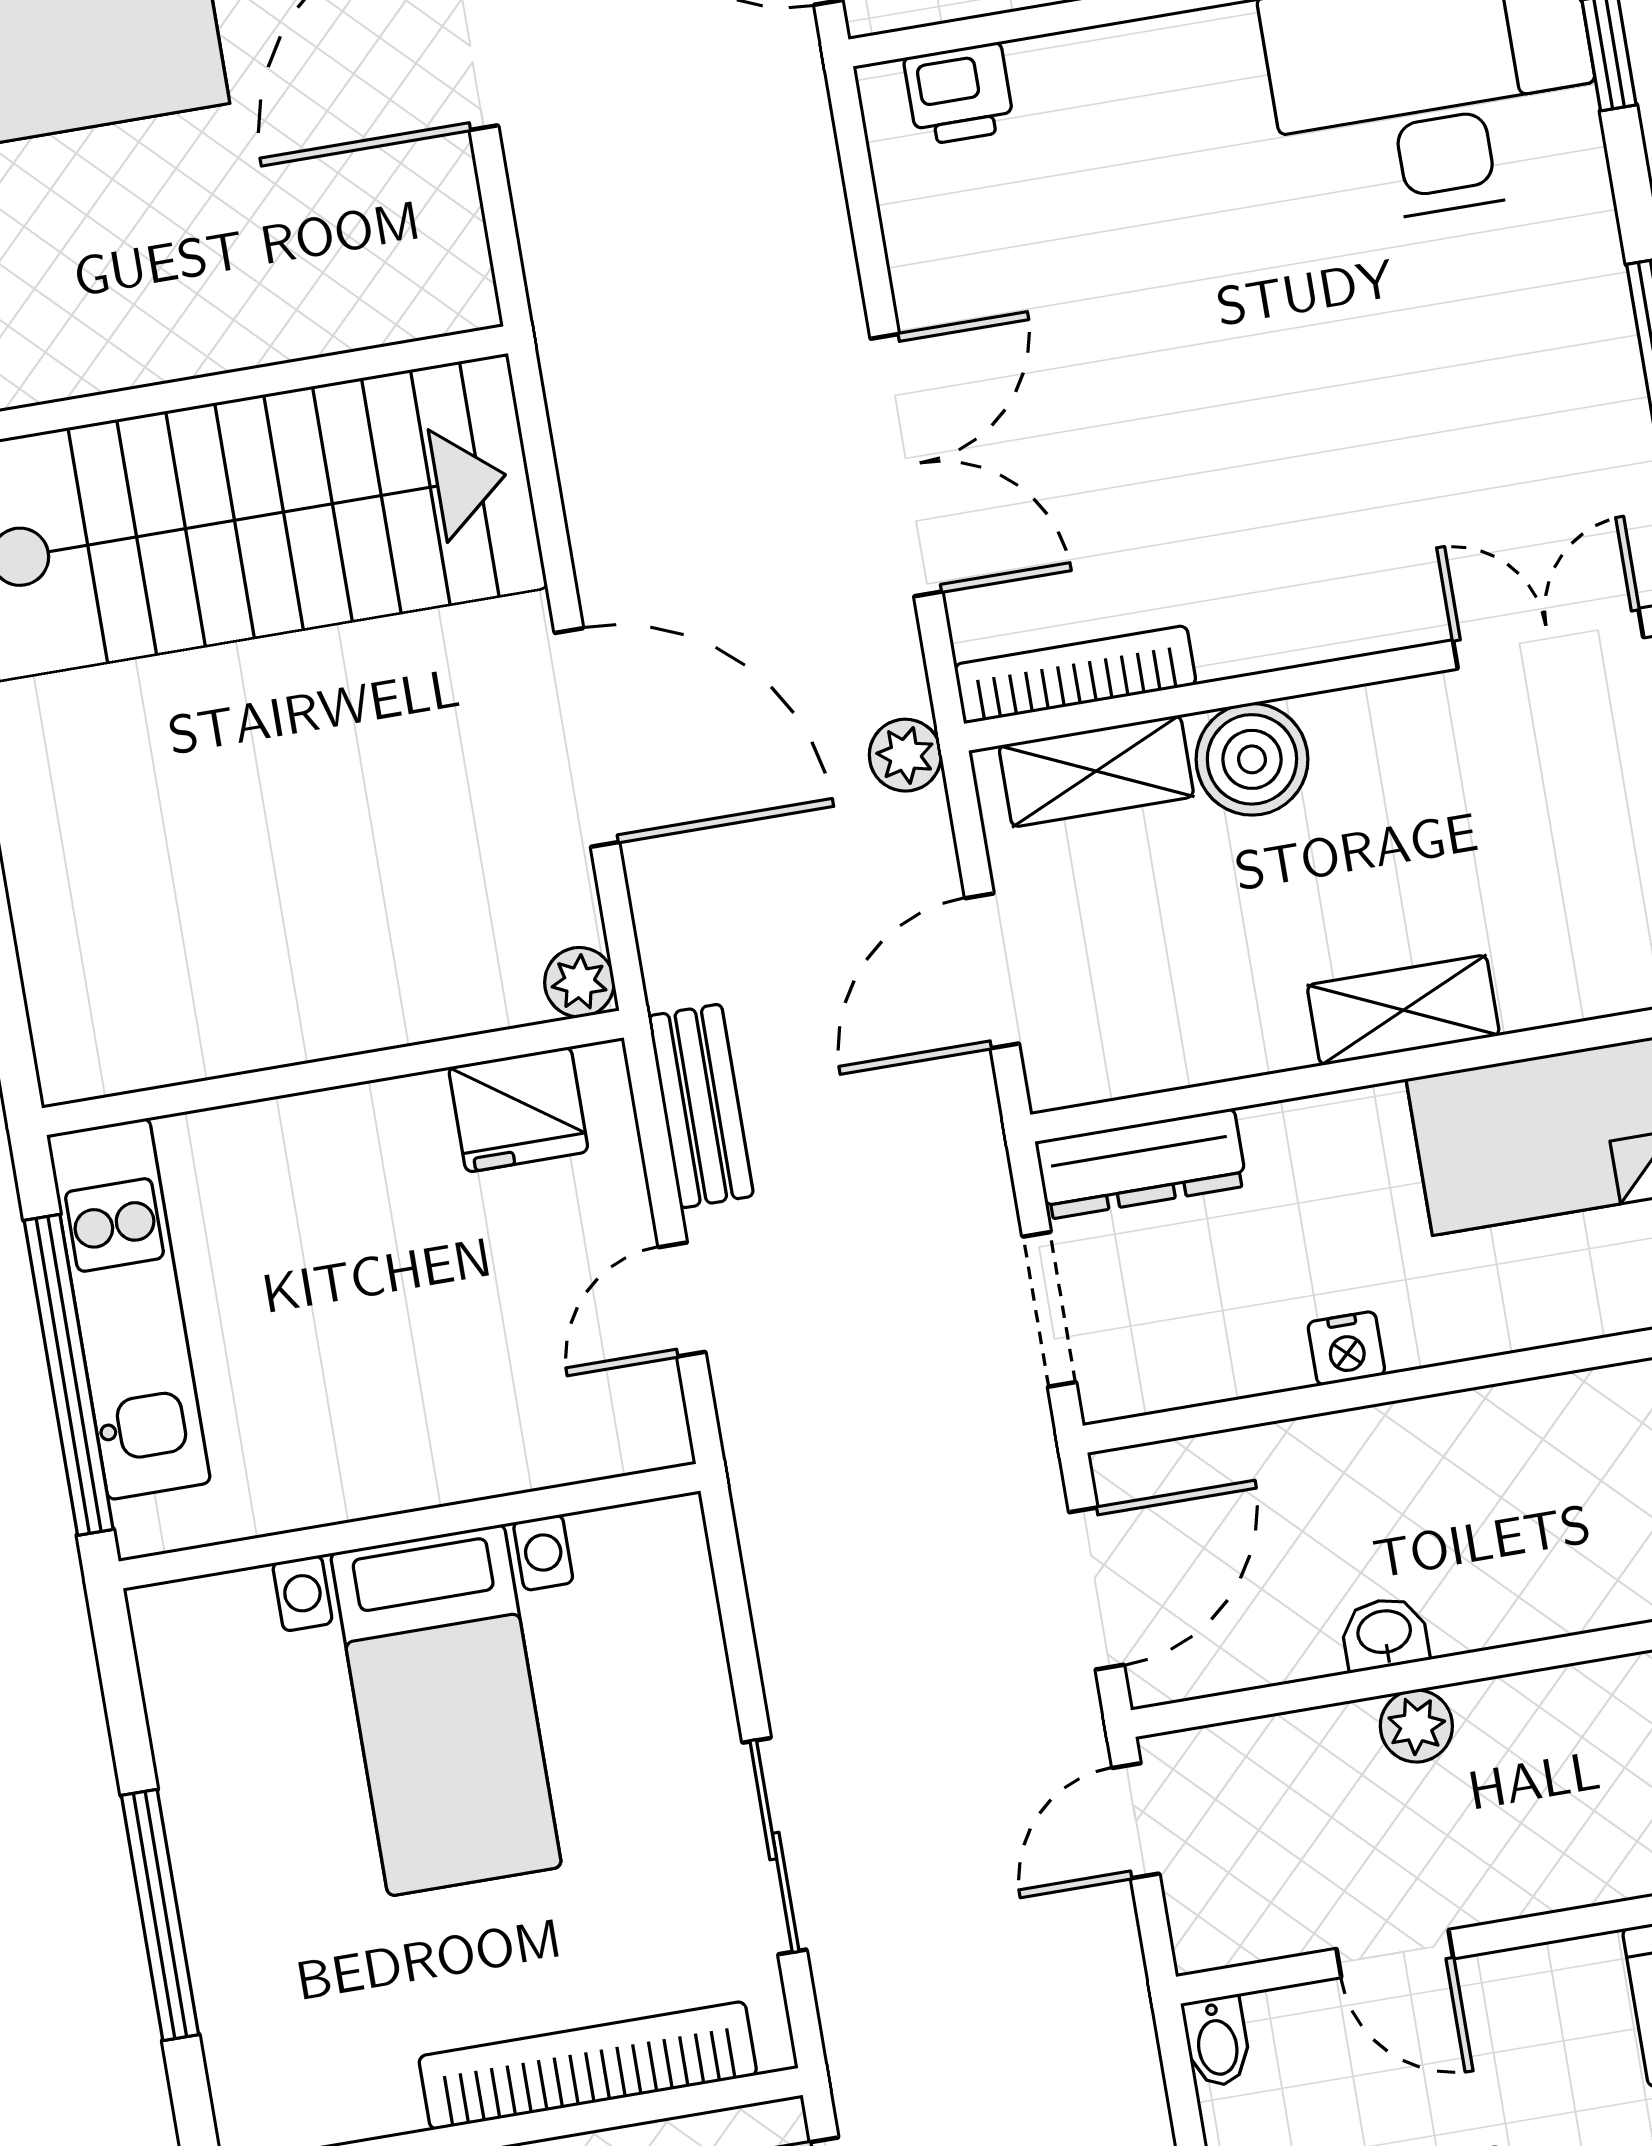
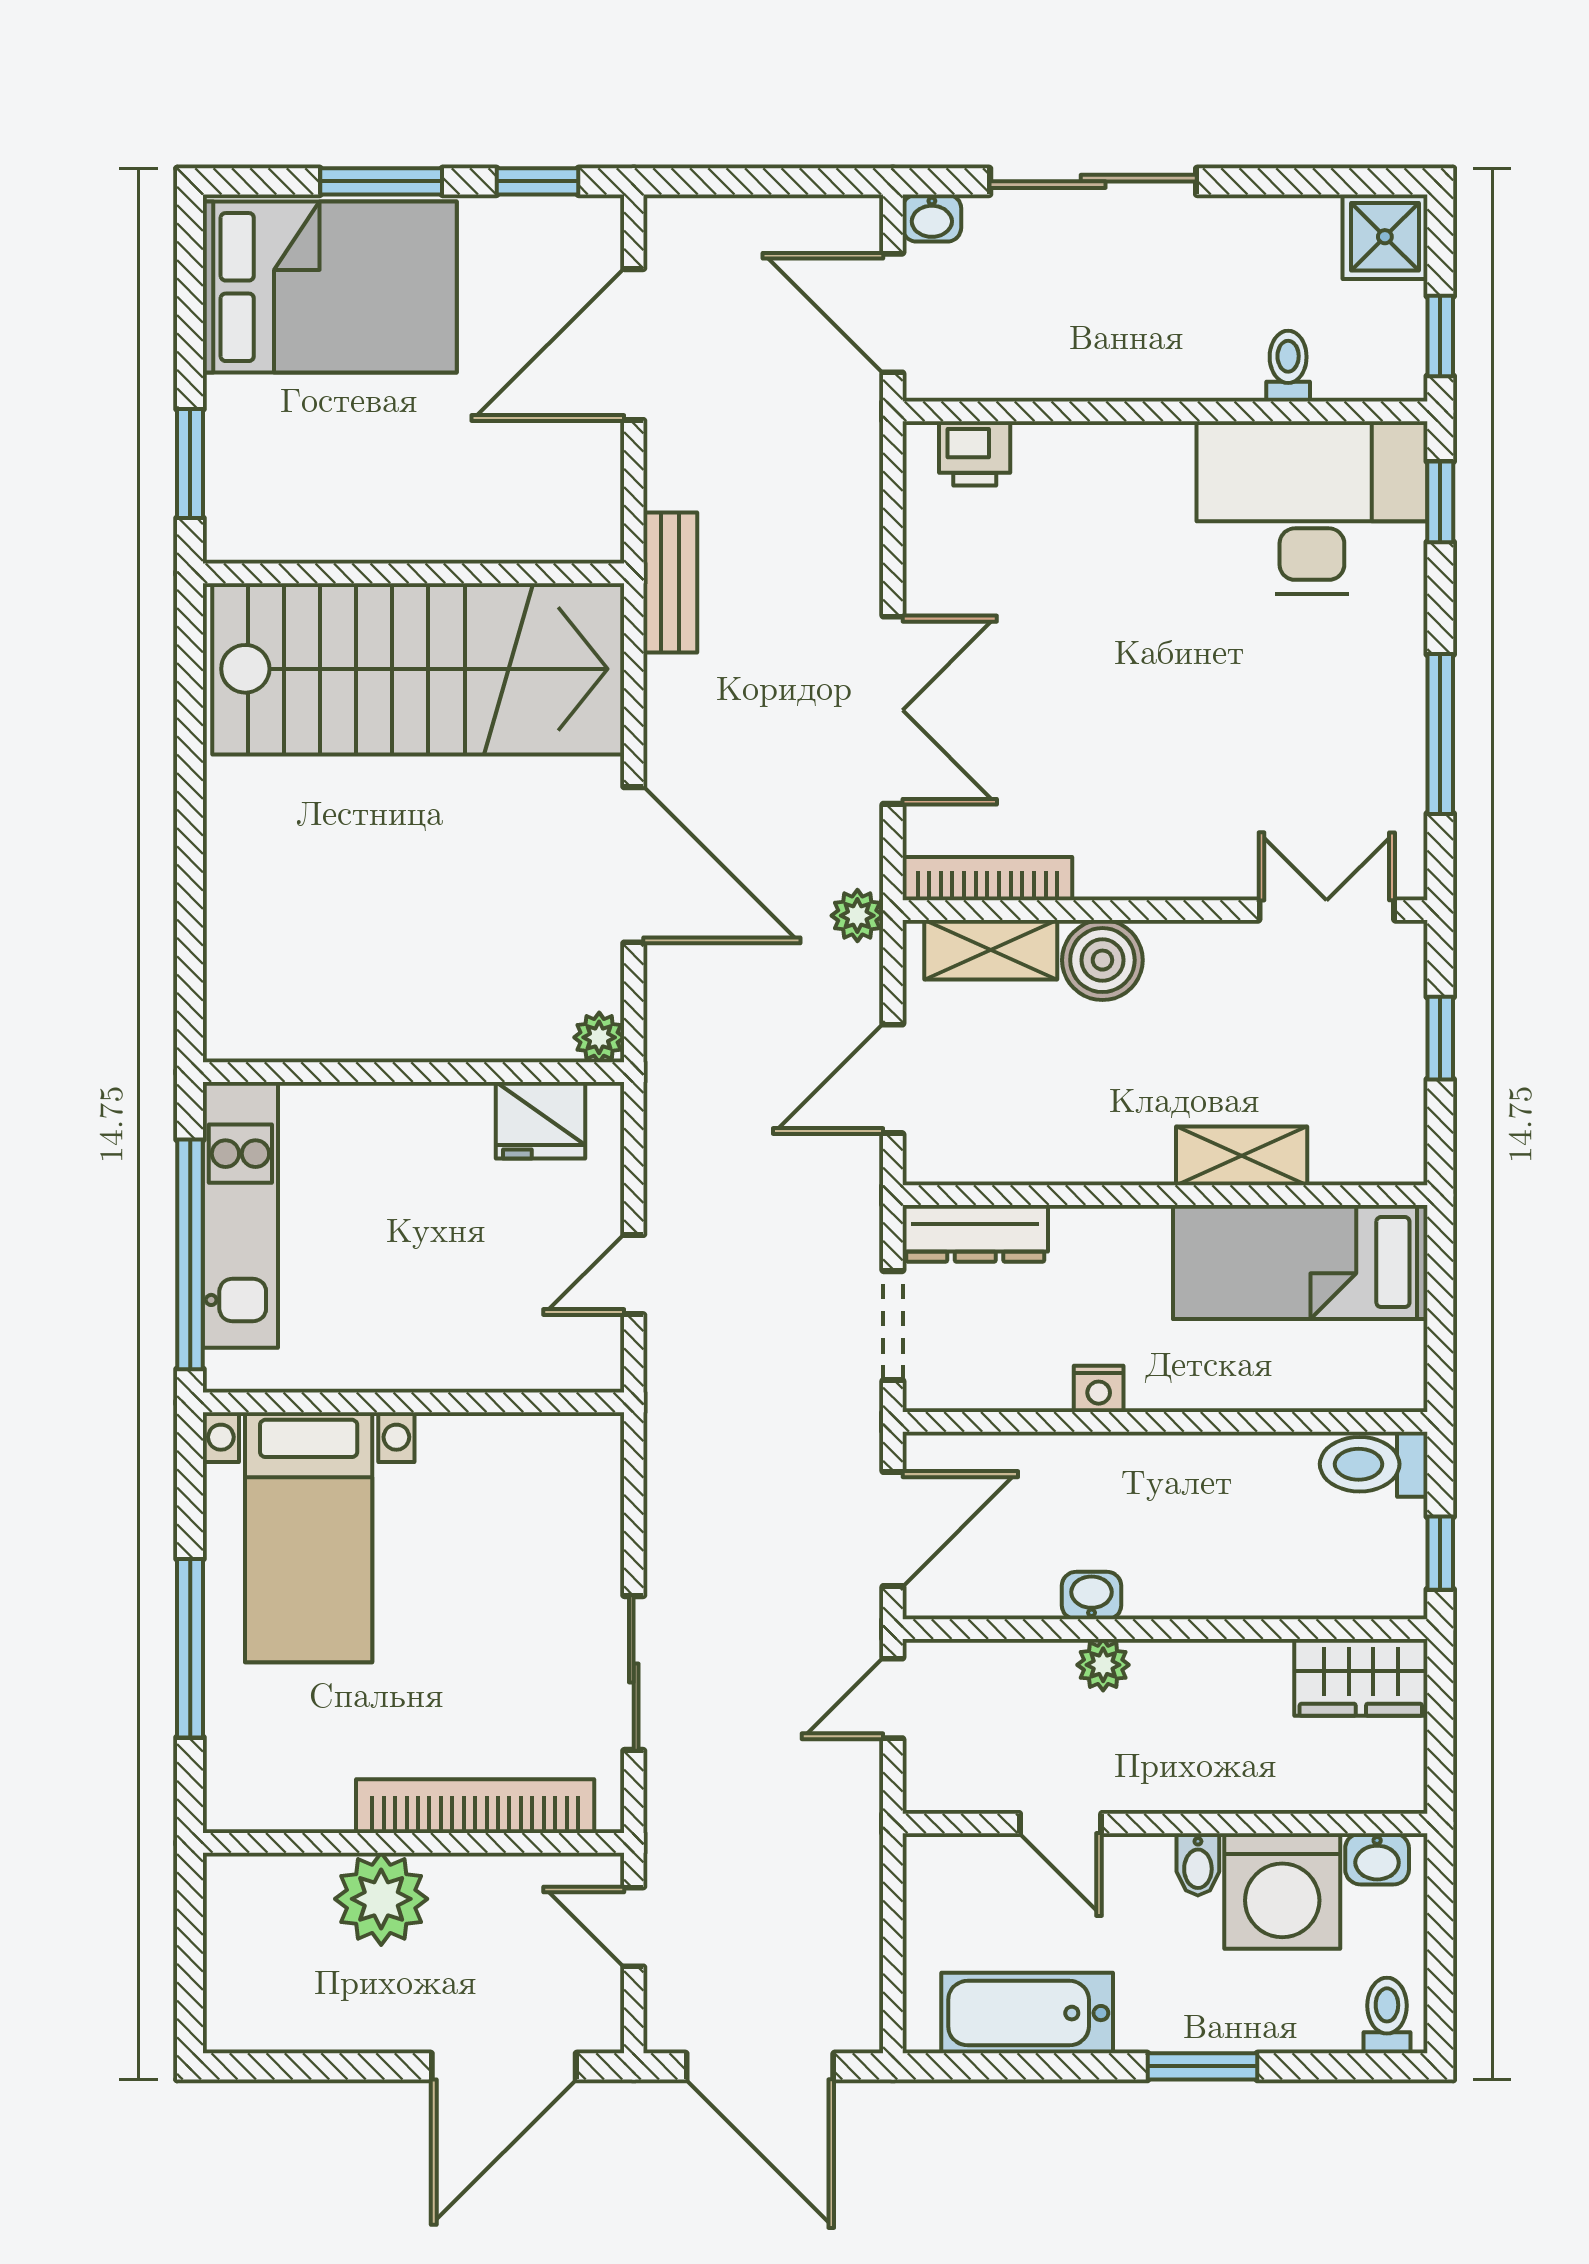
shelving: (1403, 1010) -> (1242, 1156), moved
bench: (701, 1106) -> (670, 583), moved
bed with nightstands: (446, 1710) -> (309, 1537), moved
bidet: (1217, 2041) -> (1198, 1864), moved

